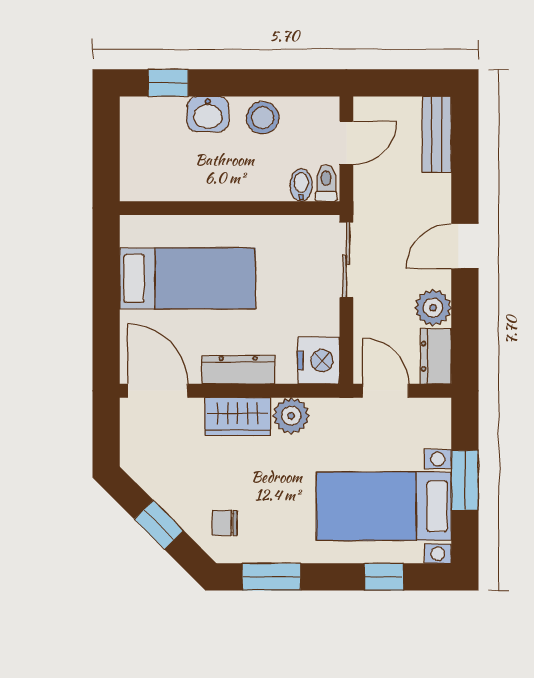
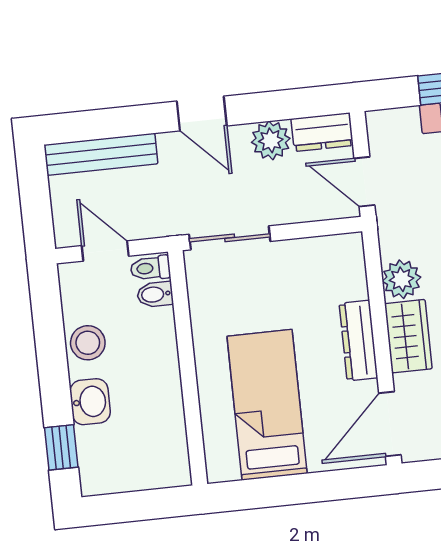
bench: (437, 135) -> (101, 154), width x1.36
nightstand: (319, 360) -> (340, 256), removed
door: (385, 391) -> (364, 182), hinge flipped

